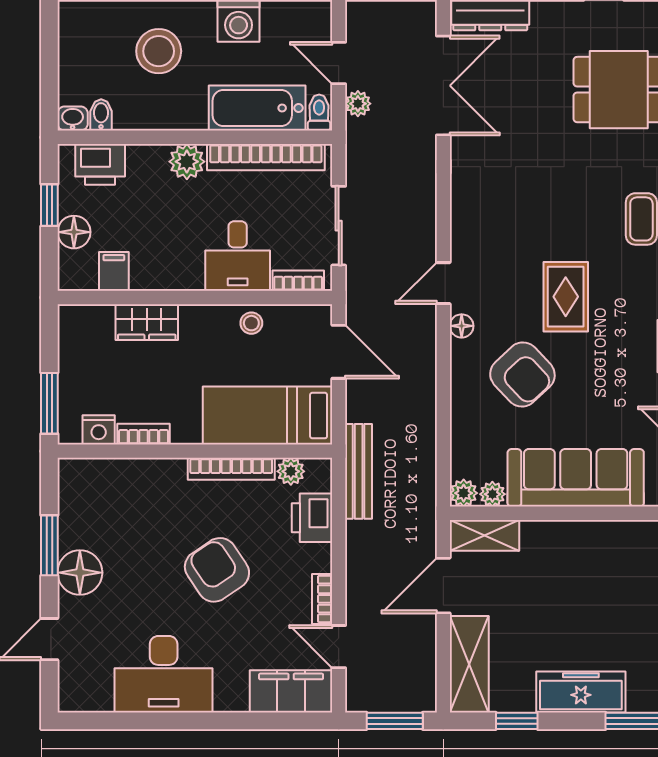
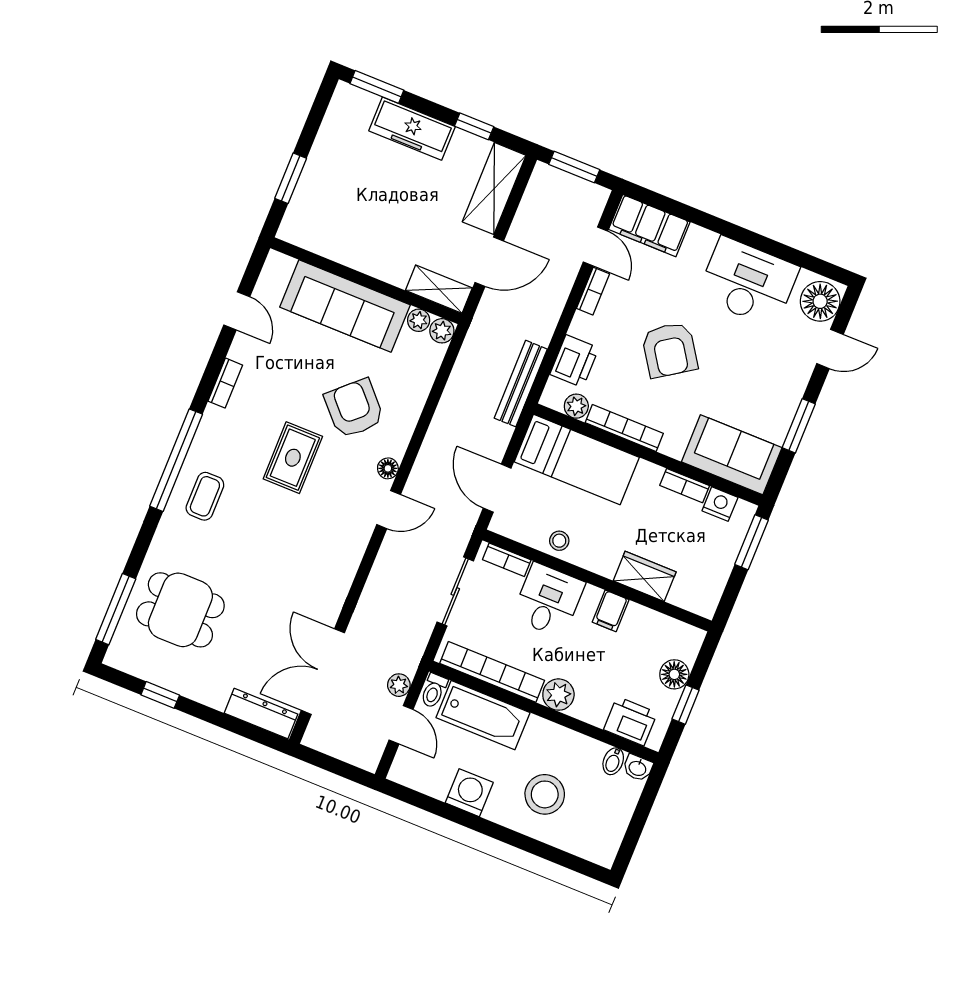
filing cabinet: (114, 271) -> (611, 611), moved
sofa: (107, 486) -> (732, 455), added
floor lamp: (80, 573) -> (820, 301), moved

